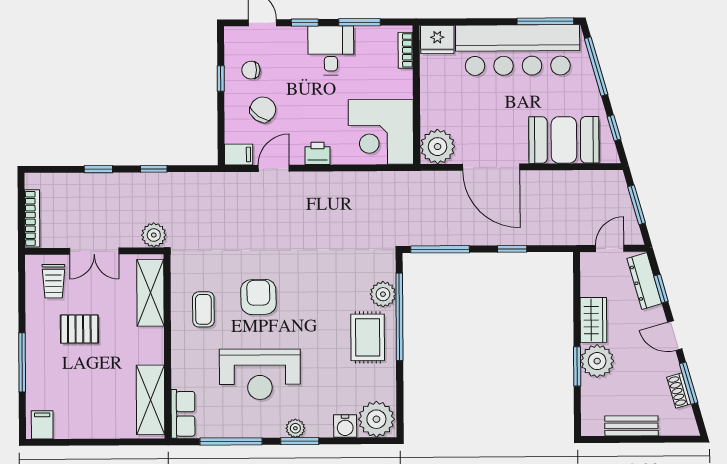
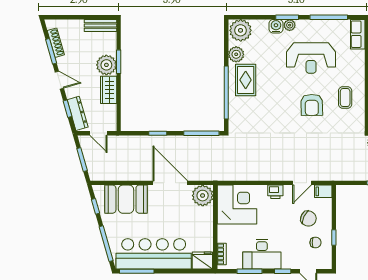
desk: (331, 50) -> (262, 254), width x1.37
chair: (263, 110) -> (308, 219), turned -98
door: (610, 248) -> (98, 133), hinge flipped
plant: (383, 294) -> (236, 54), moved
reception desk: (260, 374) -> (311, 58), turned 180
shoe rack: (679, 391) -> (56, 43), width x1.43
water cooler: (345, 426) -> (276, 26), moved
bench: (631, 426) -> (100, 26), moved

